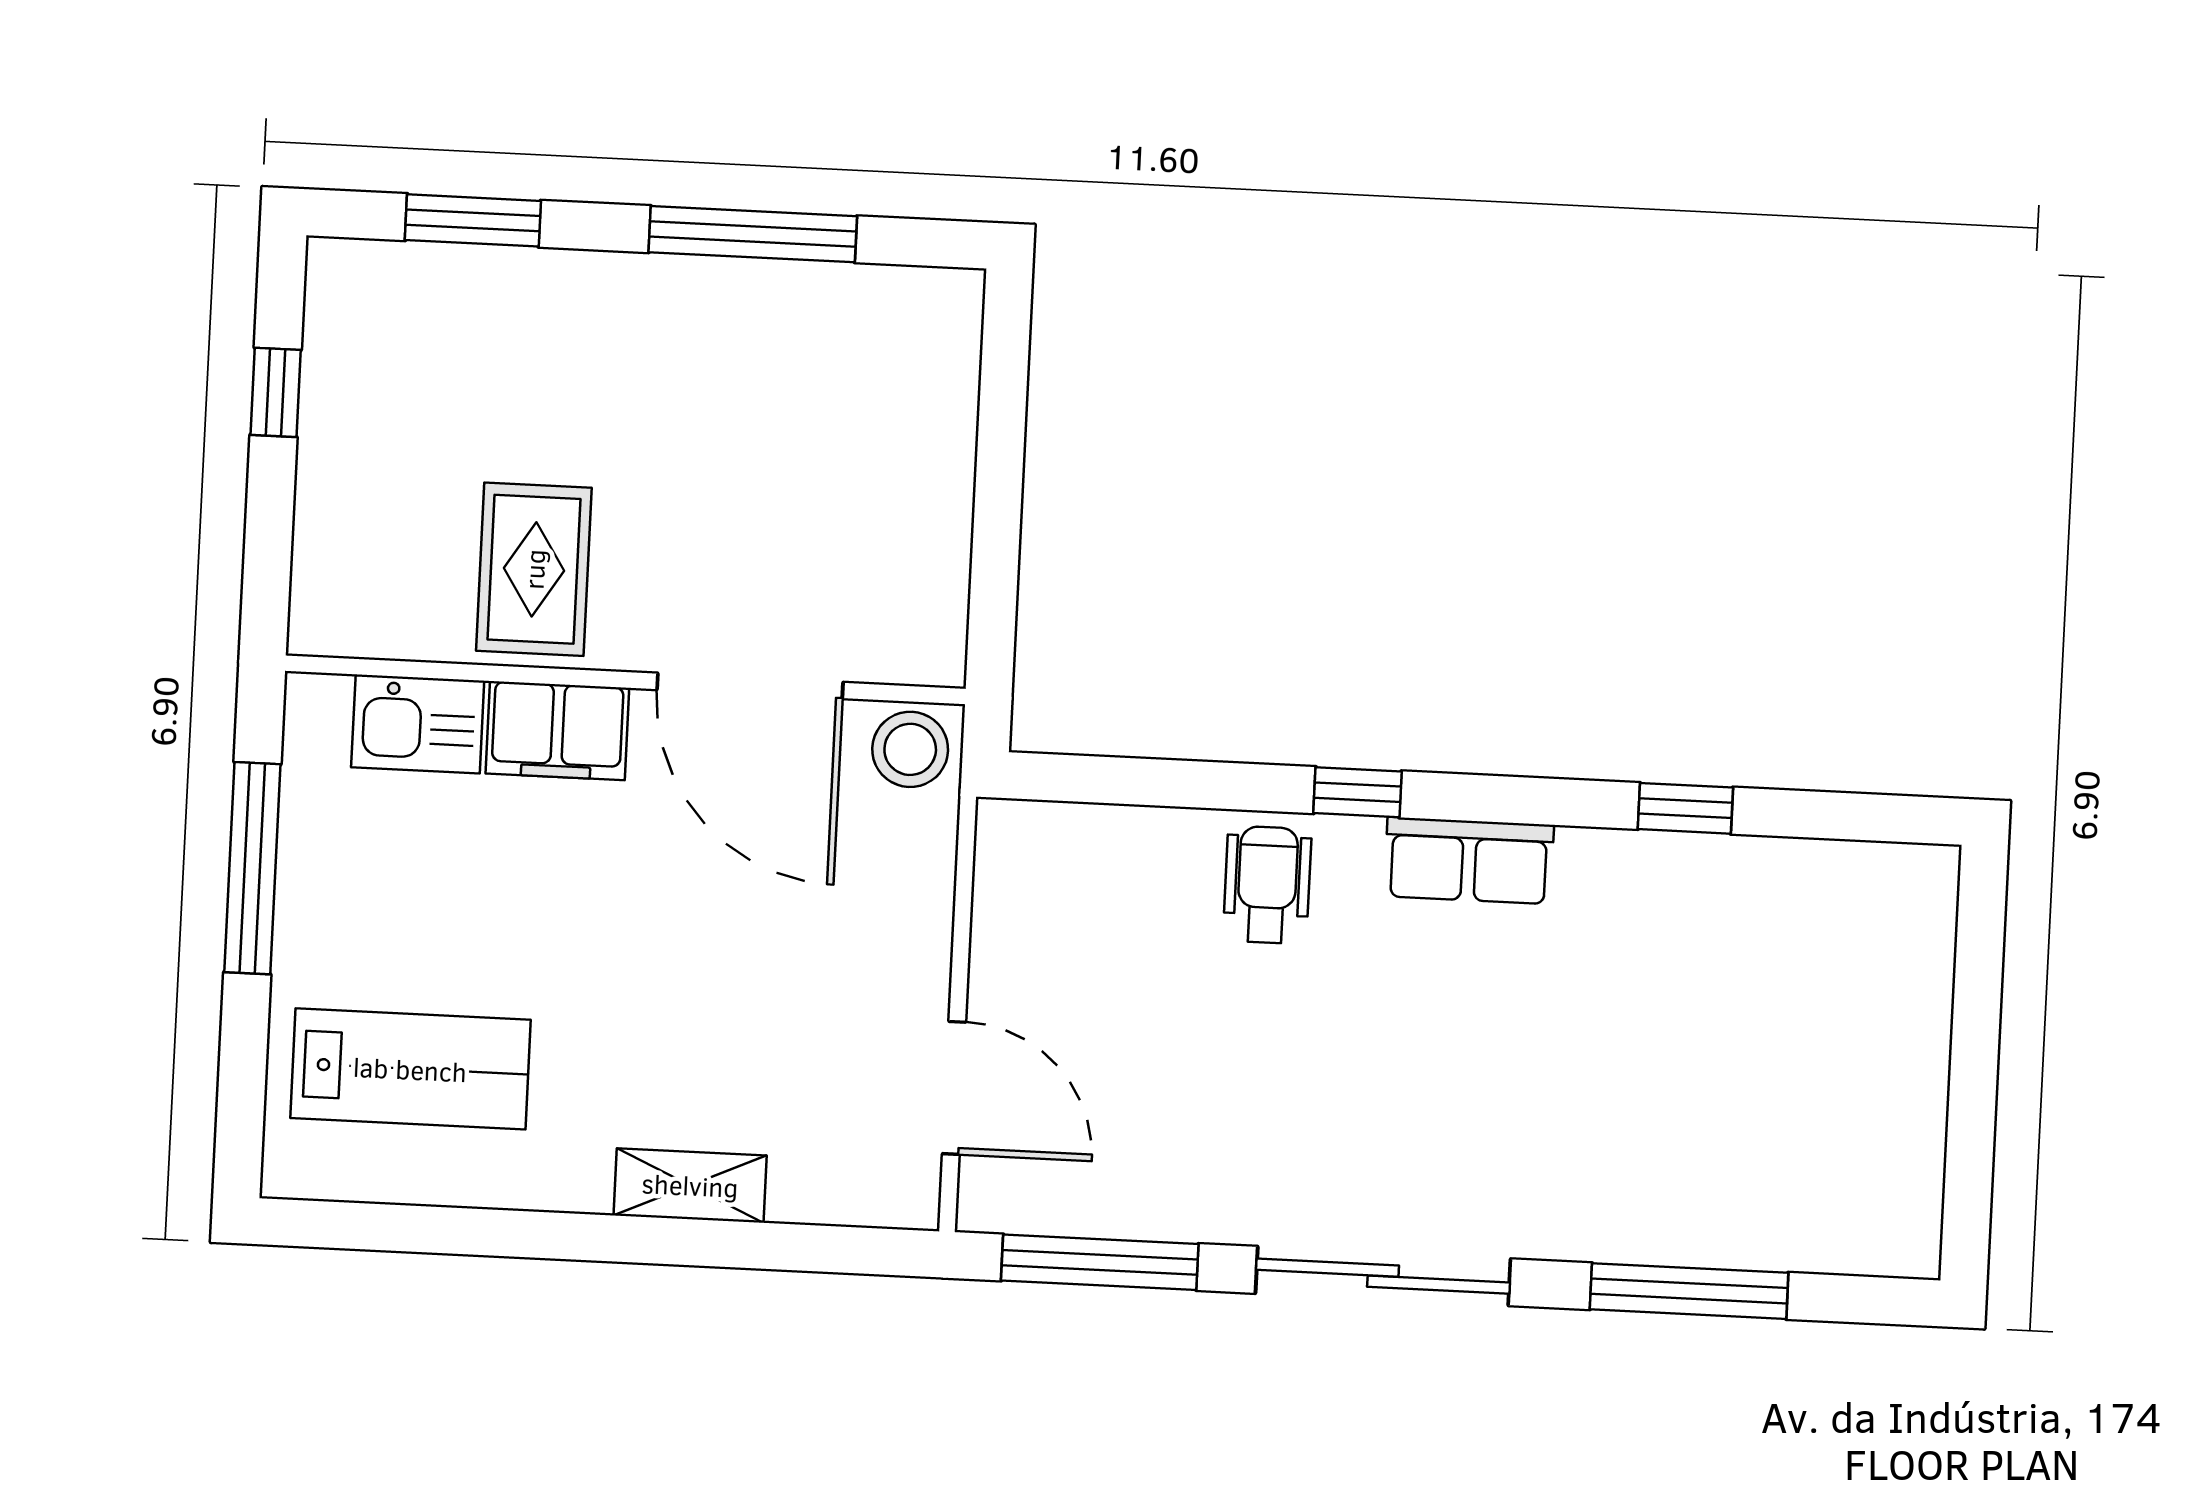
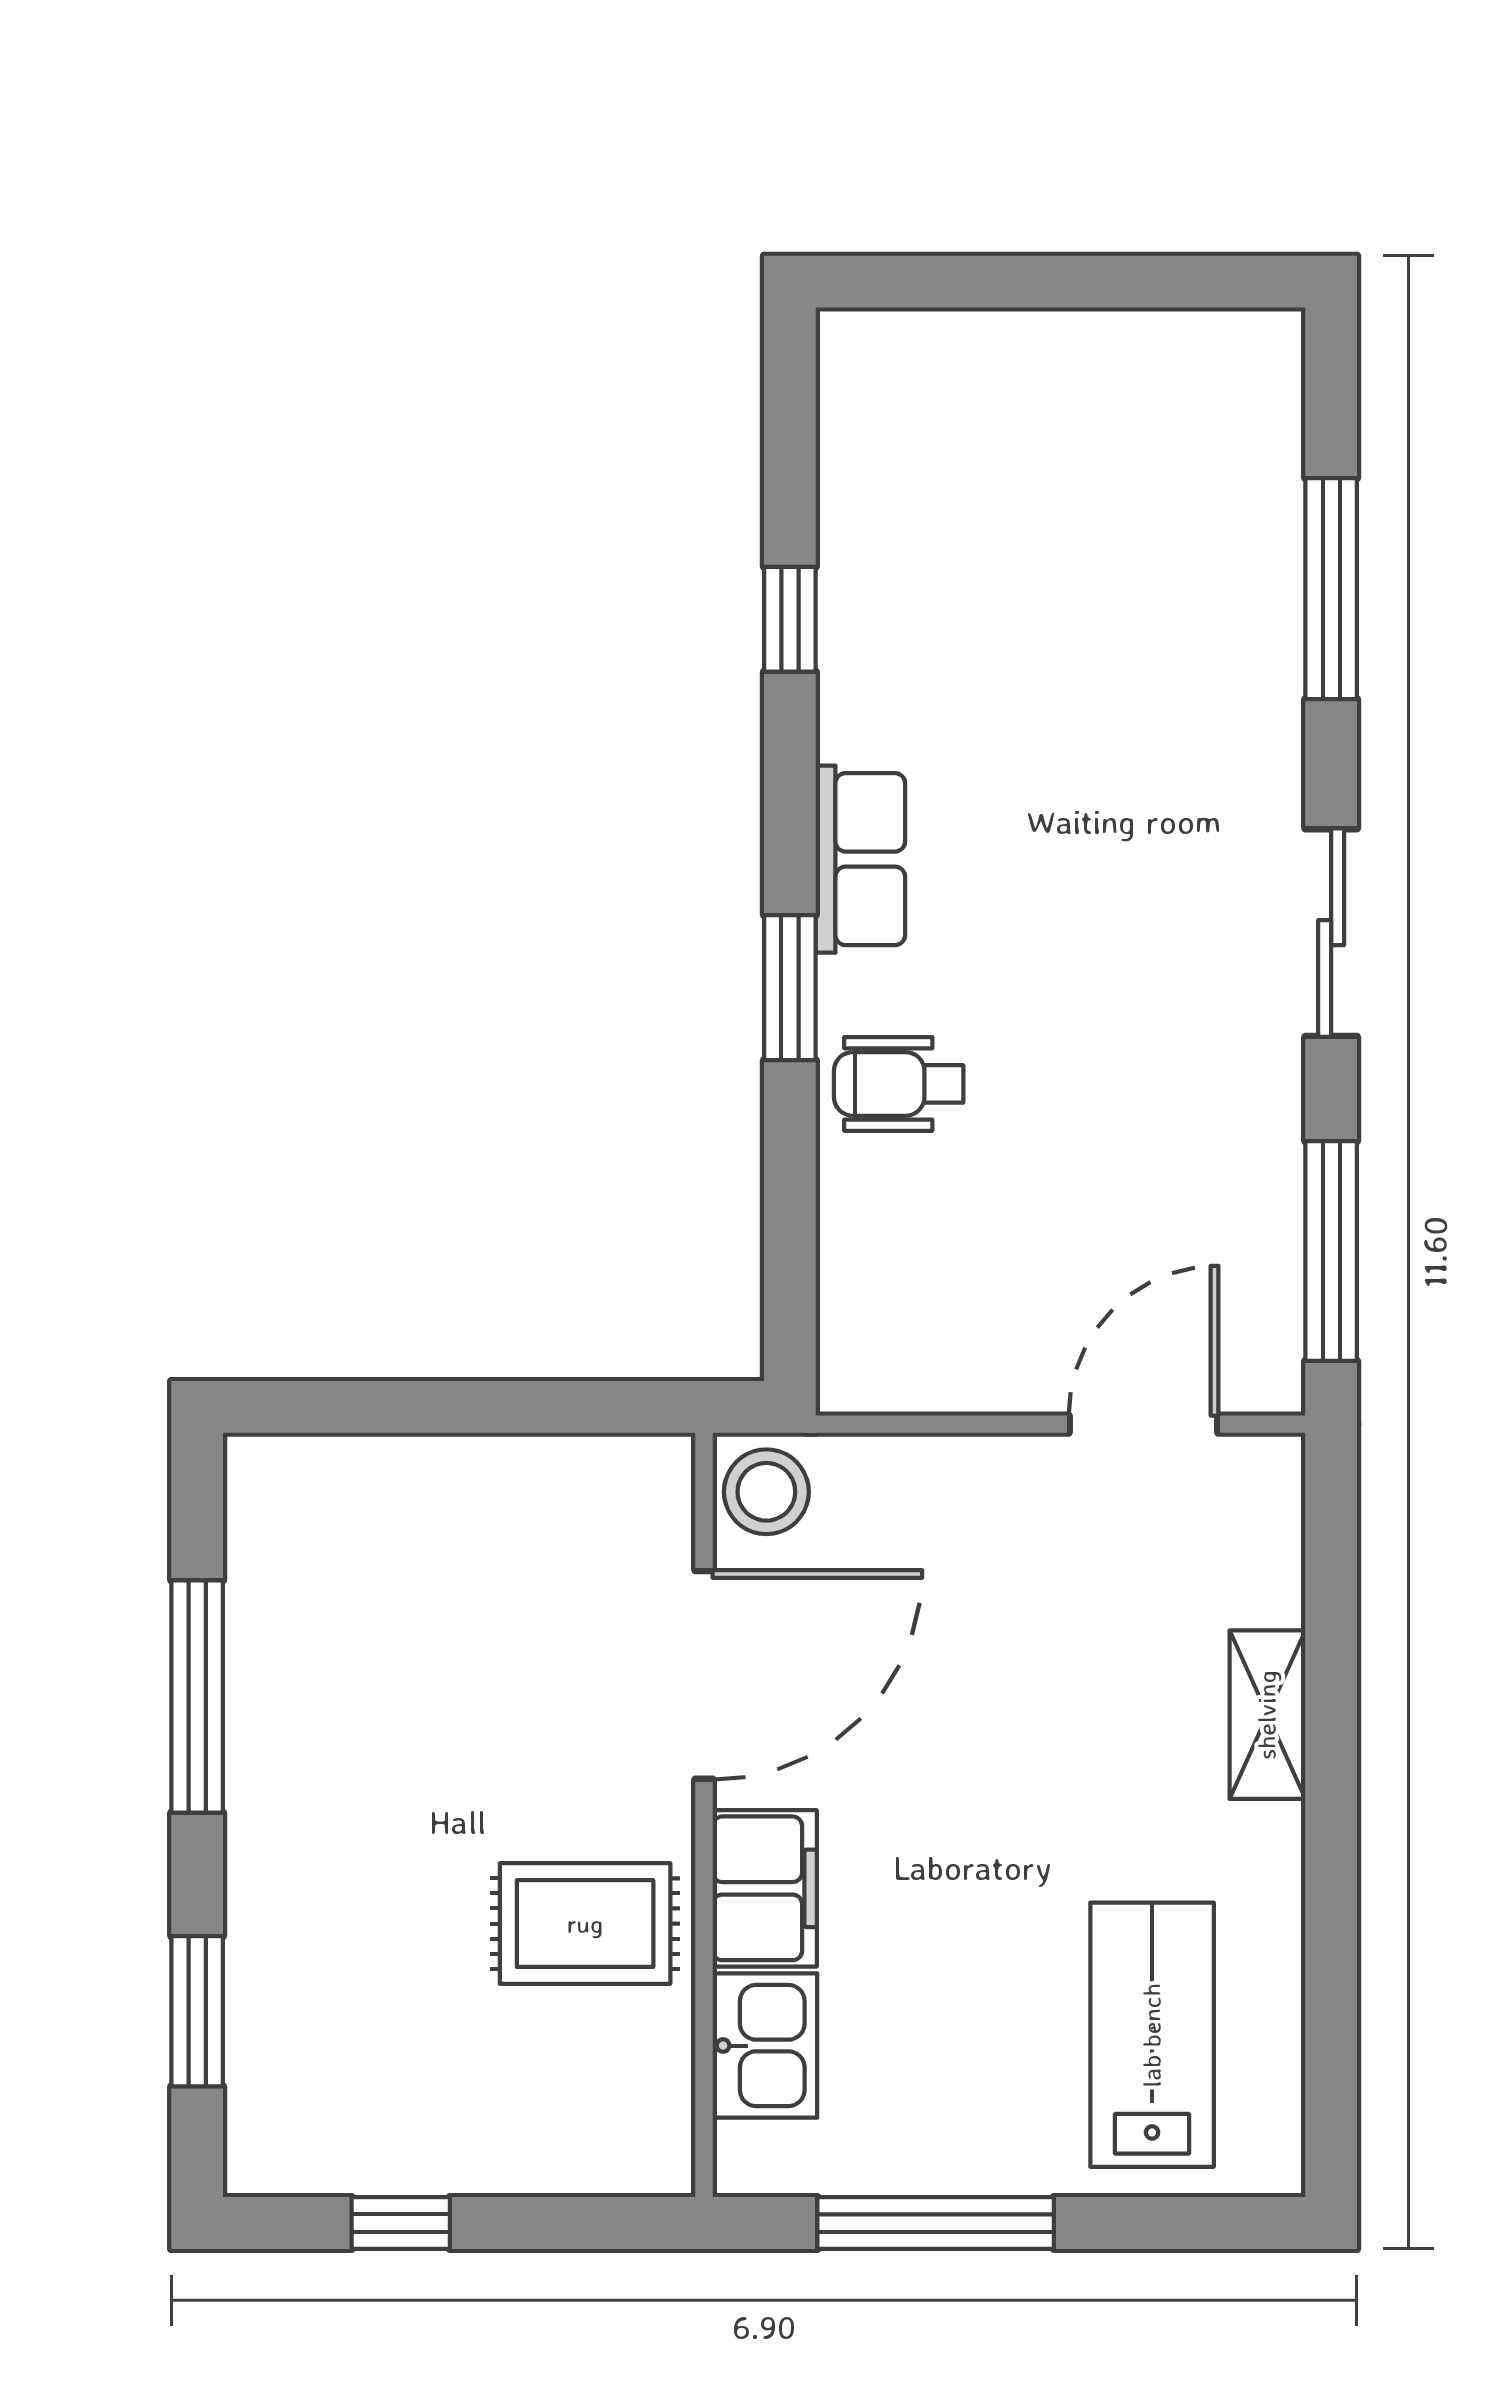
window: (1358, 792) -> (790, 988), width x1.50
sliding door: (1383, 1276) -> (1331, 933), width x0.73

